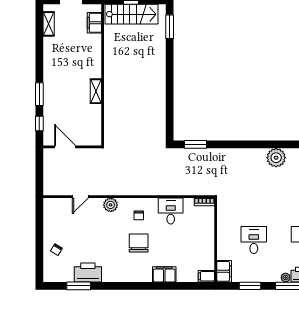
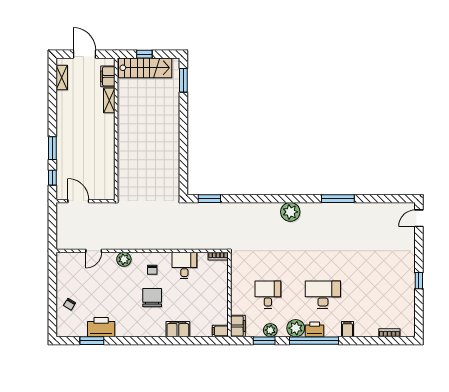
shelving: (96, 91) -> (109, 100), moved
plant: (256, 275) -> (270, 330), added
plant: (286, 278) -> (296, 328), width x1.88, depth x1.88

